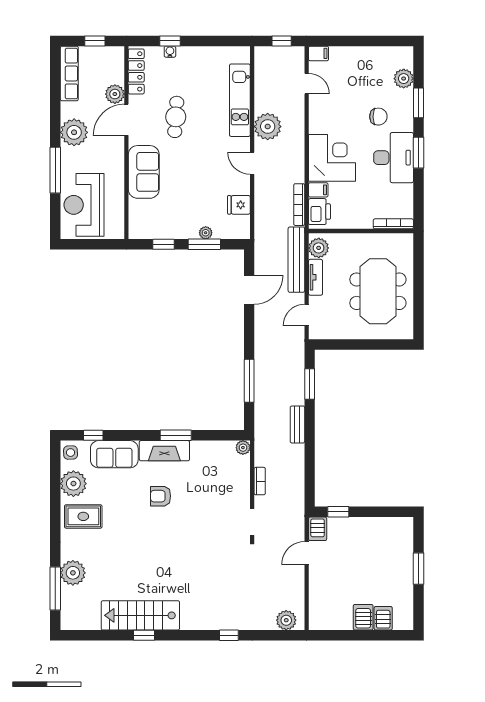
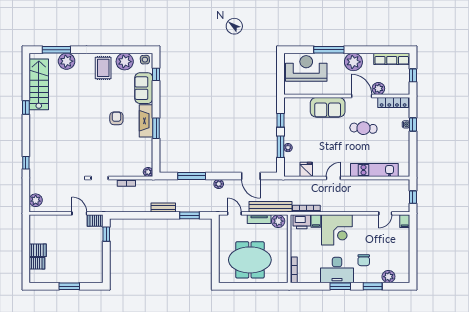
plant: (268, 127) -> (219, 184), moved, width x0.53, depth x0.53
stairs: (140, 615) -> (39, 84), moved

